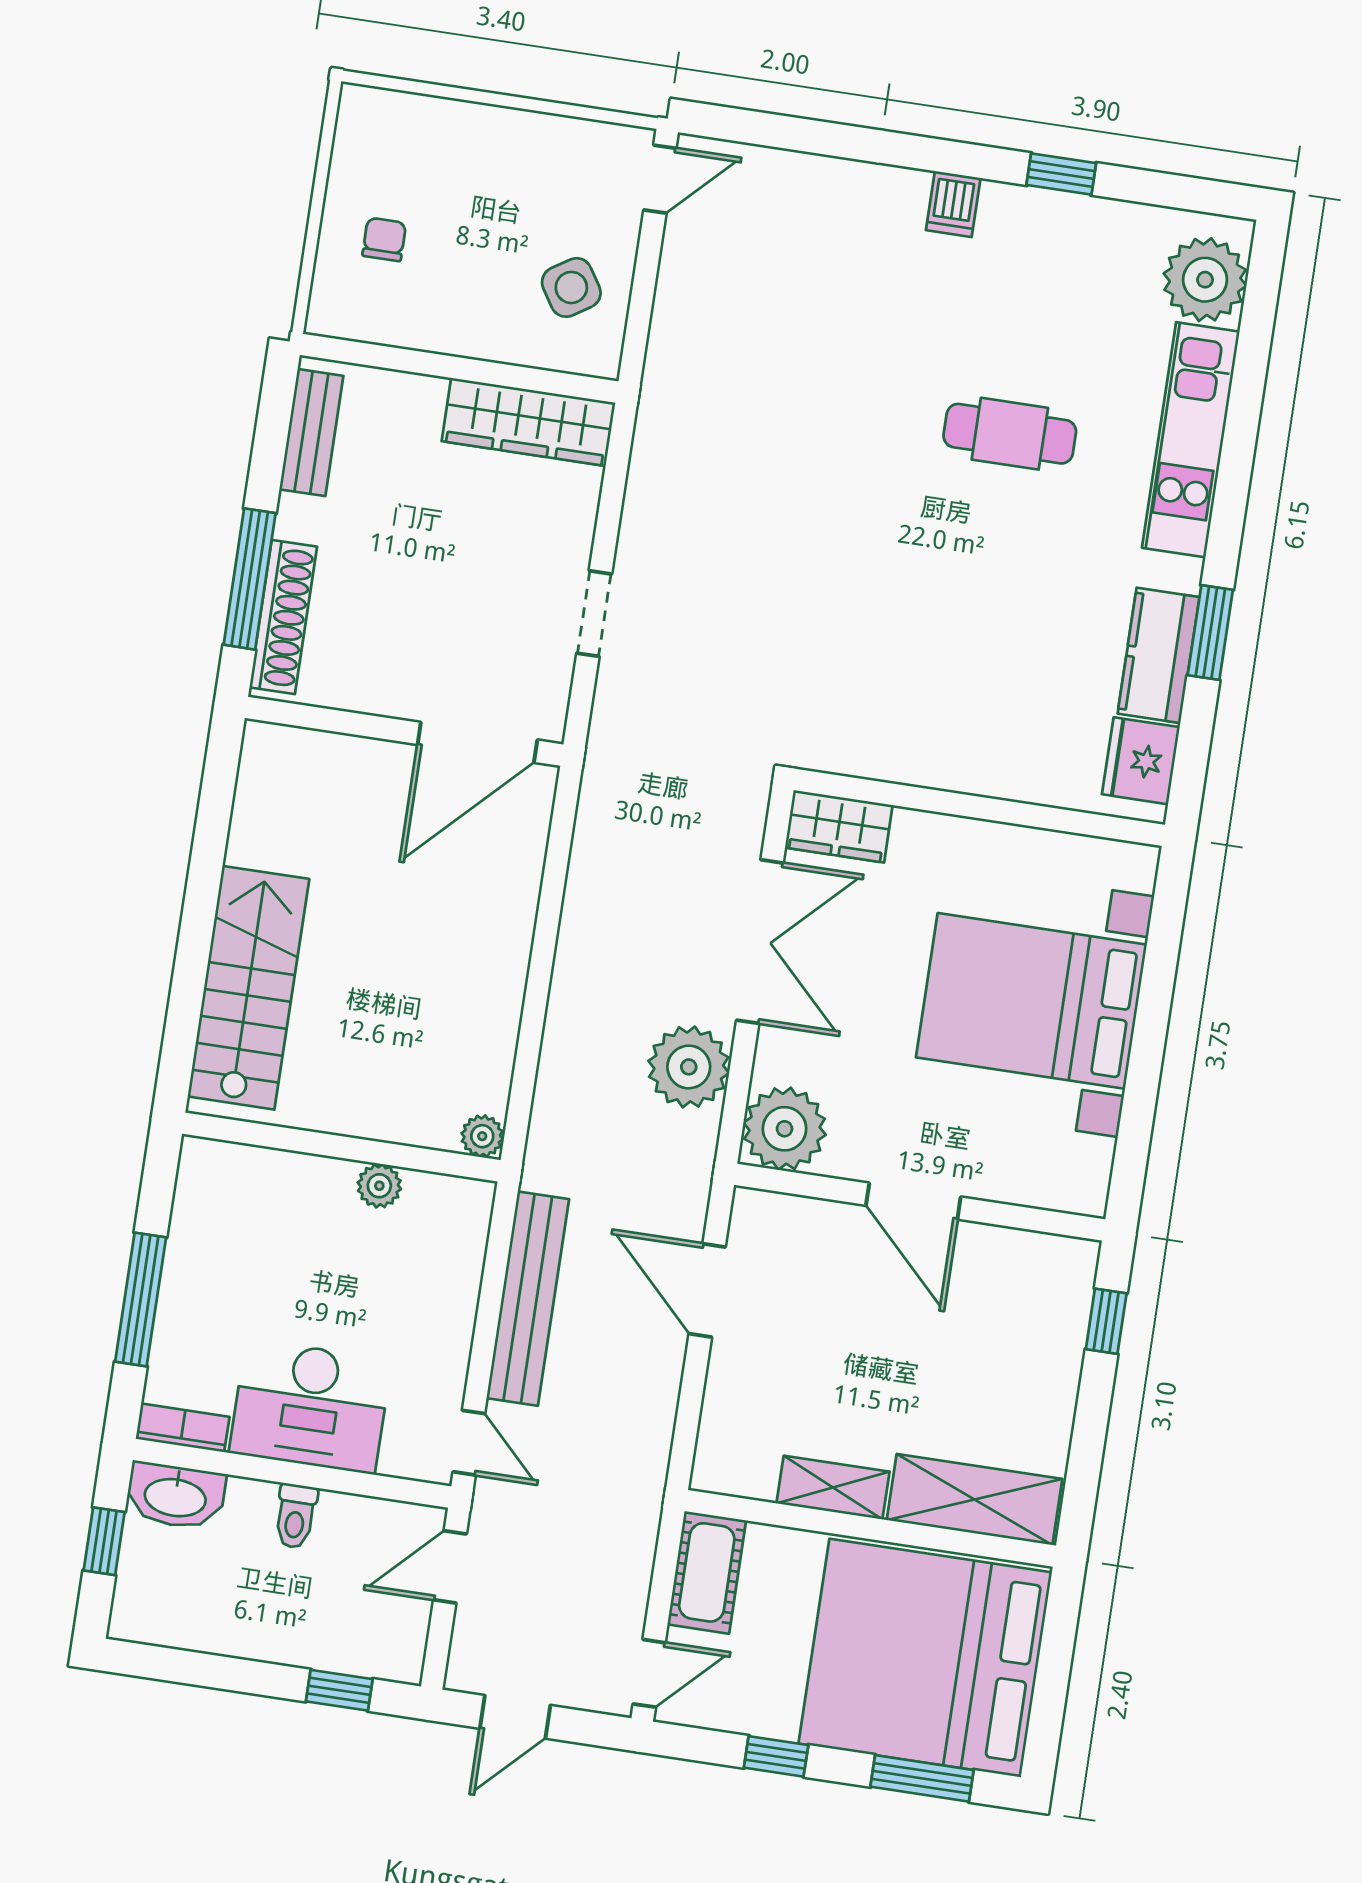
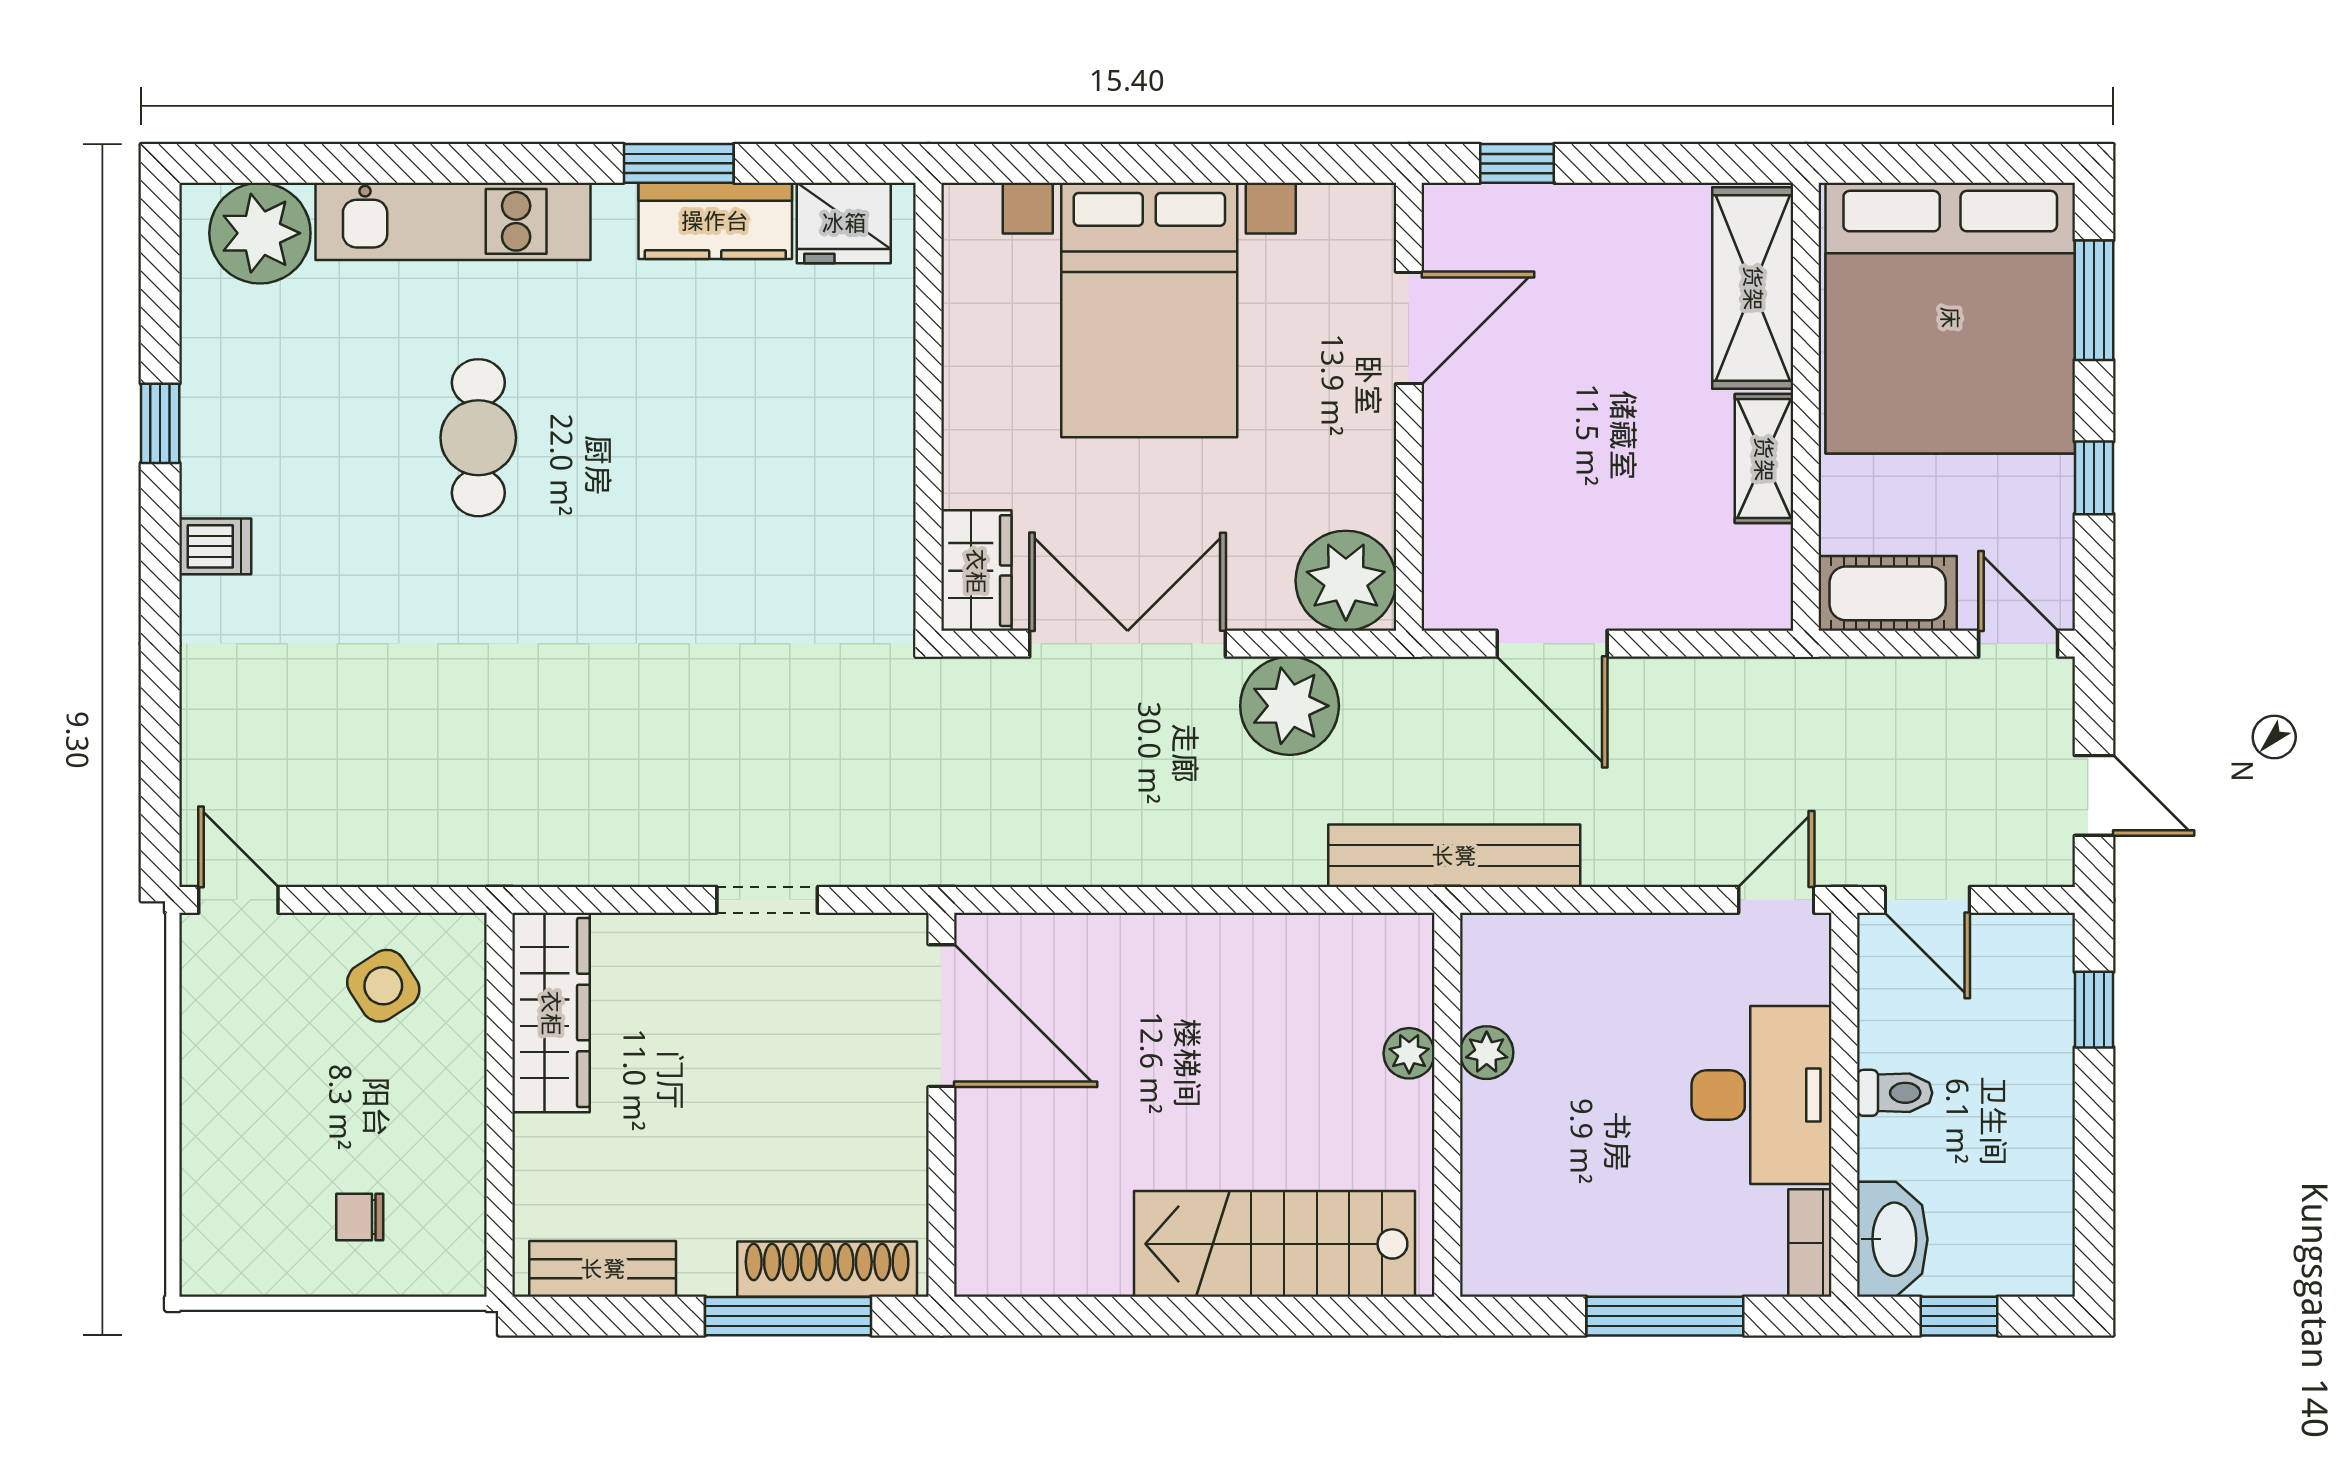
plant: (482, 1136) -> (1409, 1053), moved
door: (913, 1201) -> (1409, 328), moved
door: (707, 1290) -> (1552, 644), hinge flipped
bench: (528, 1299) -> (1454, 856), moved

